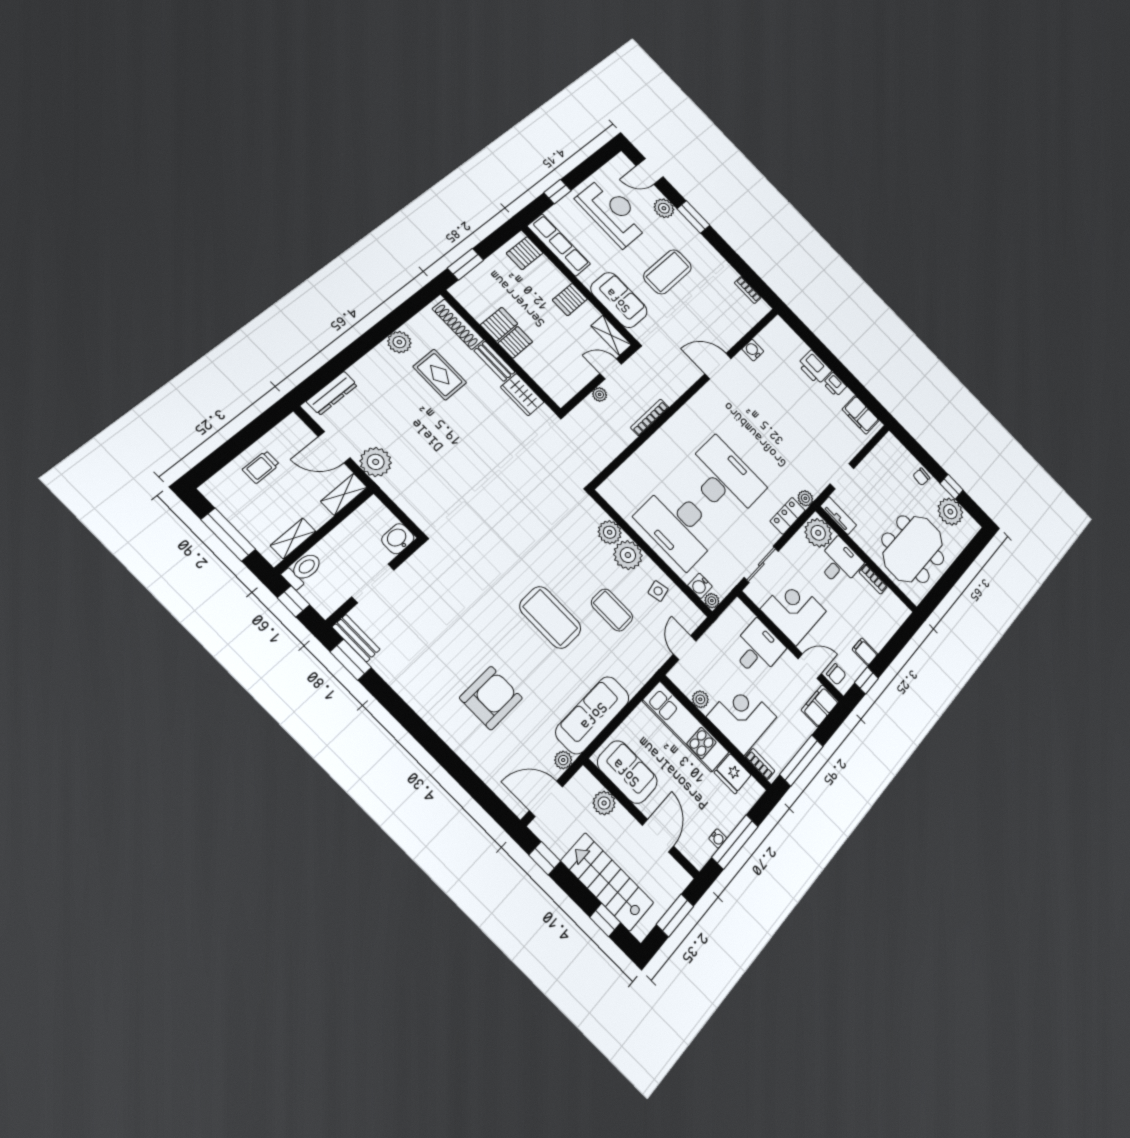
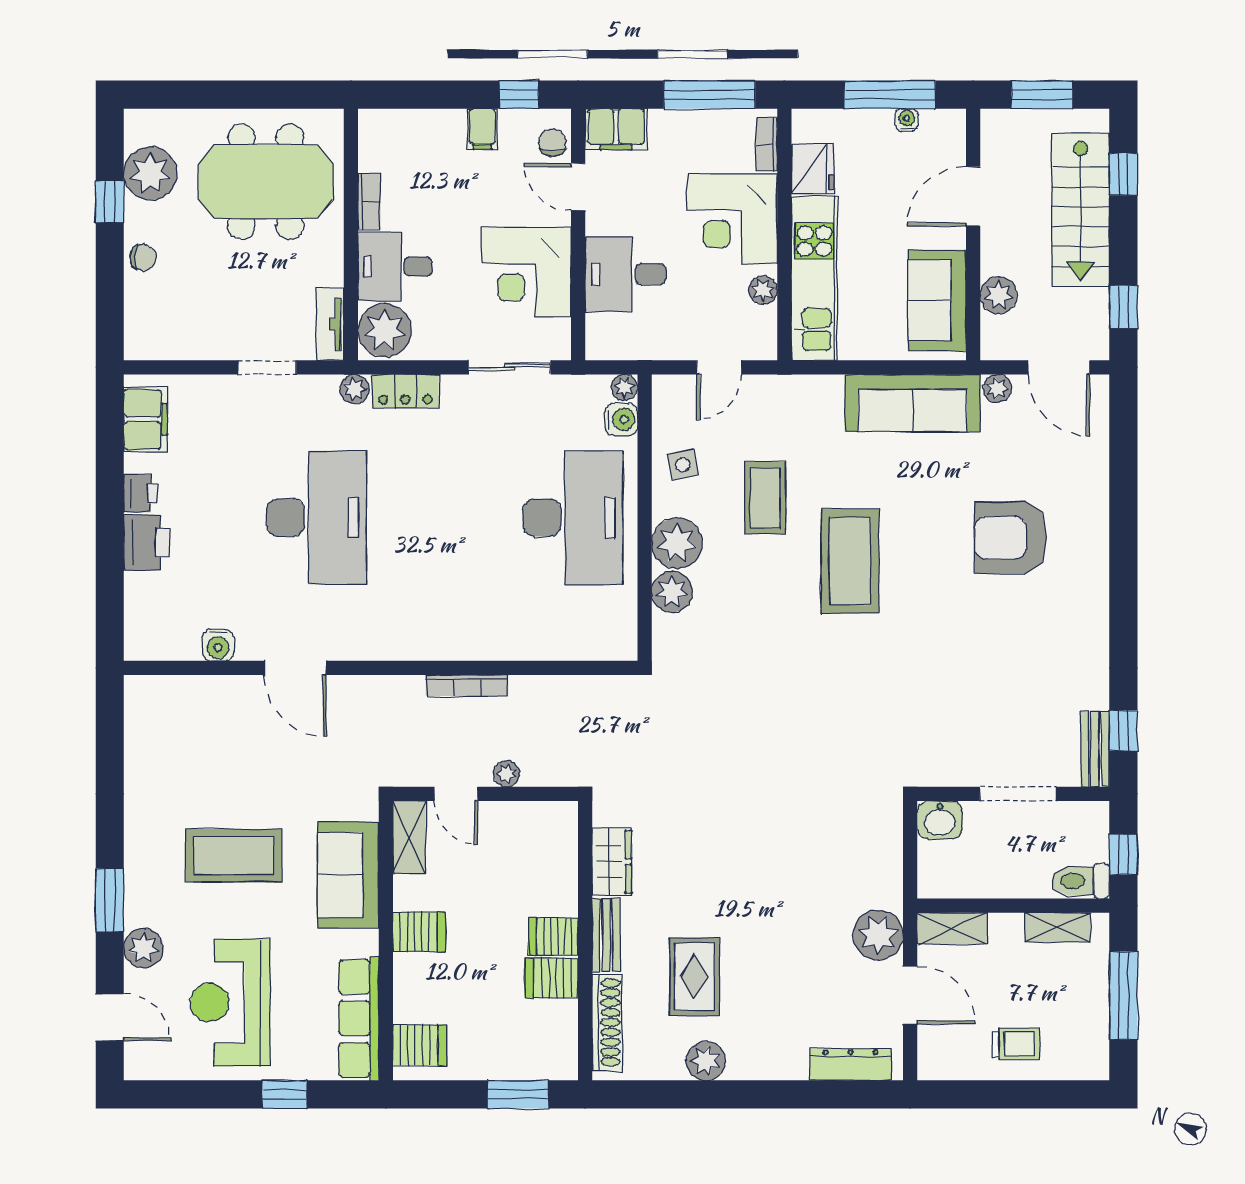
bookcase: (748, 290) -> (135, 732), removed
desk: (724, 478) -> (317, 518), moved, turned 180
window: (351, 660) -> (1123, 731), width x0.67

